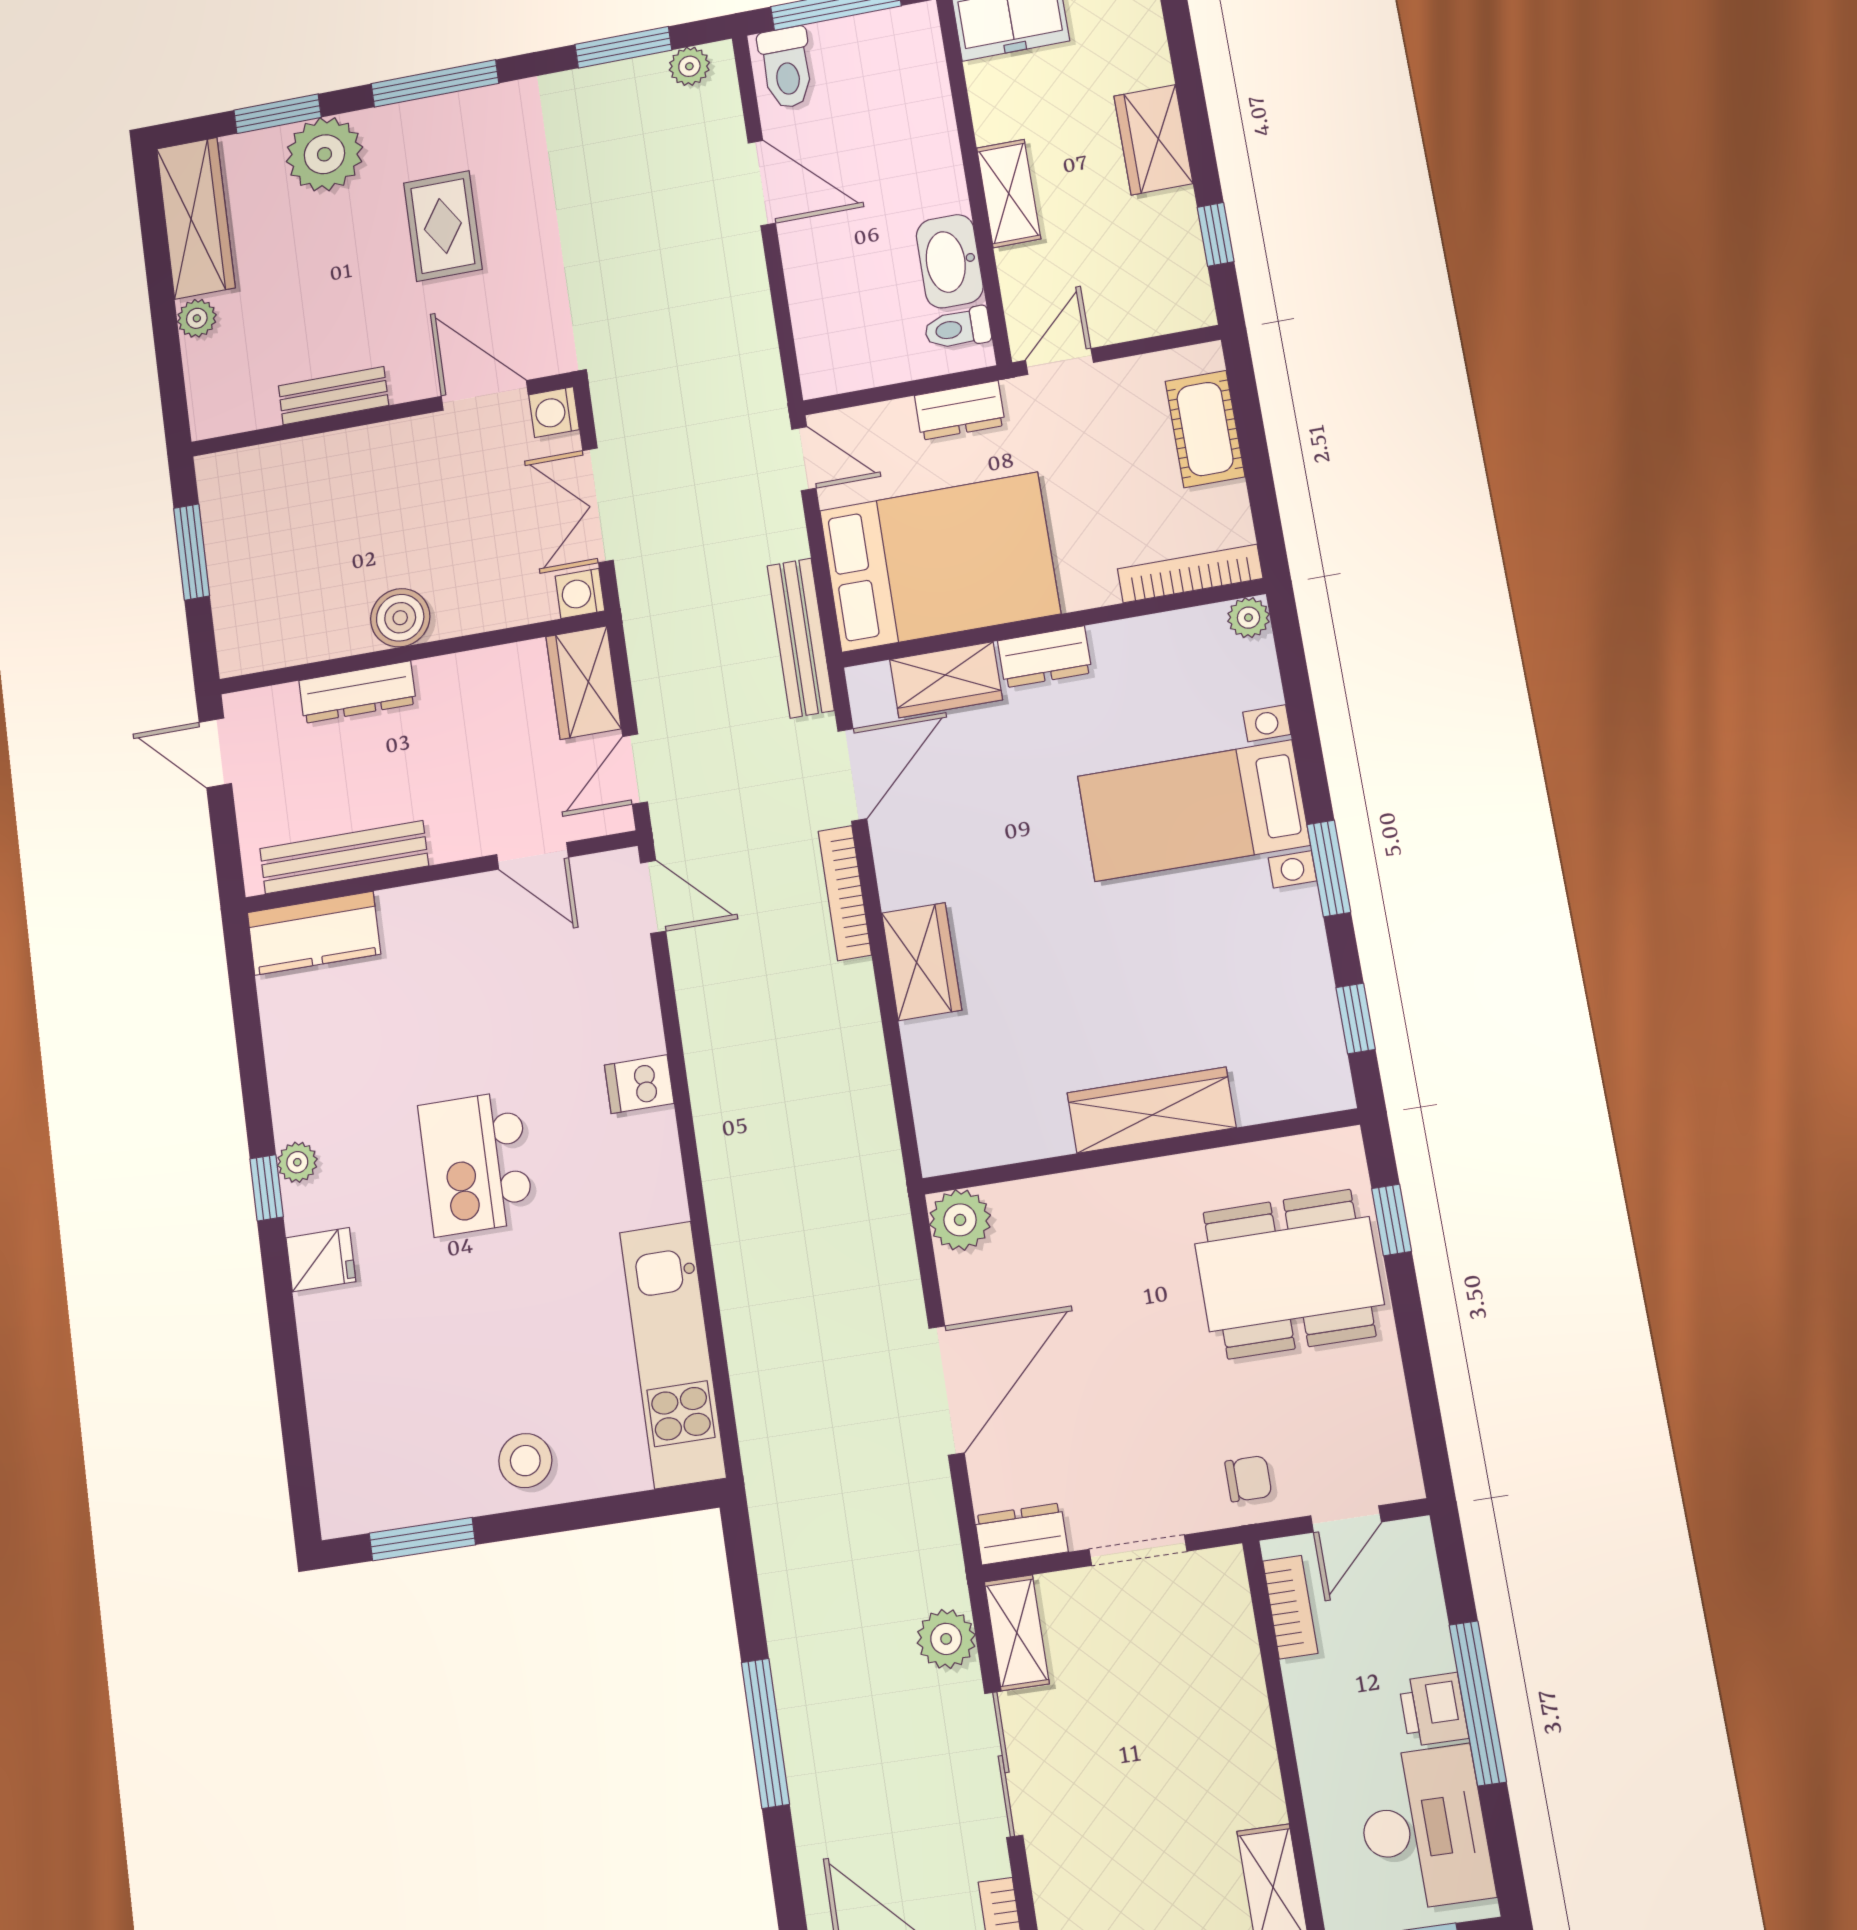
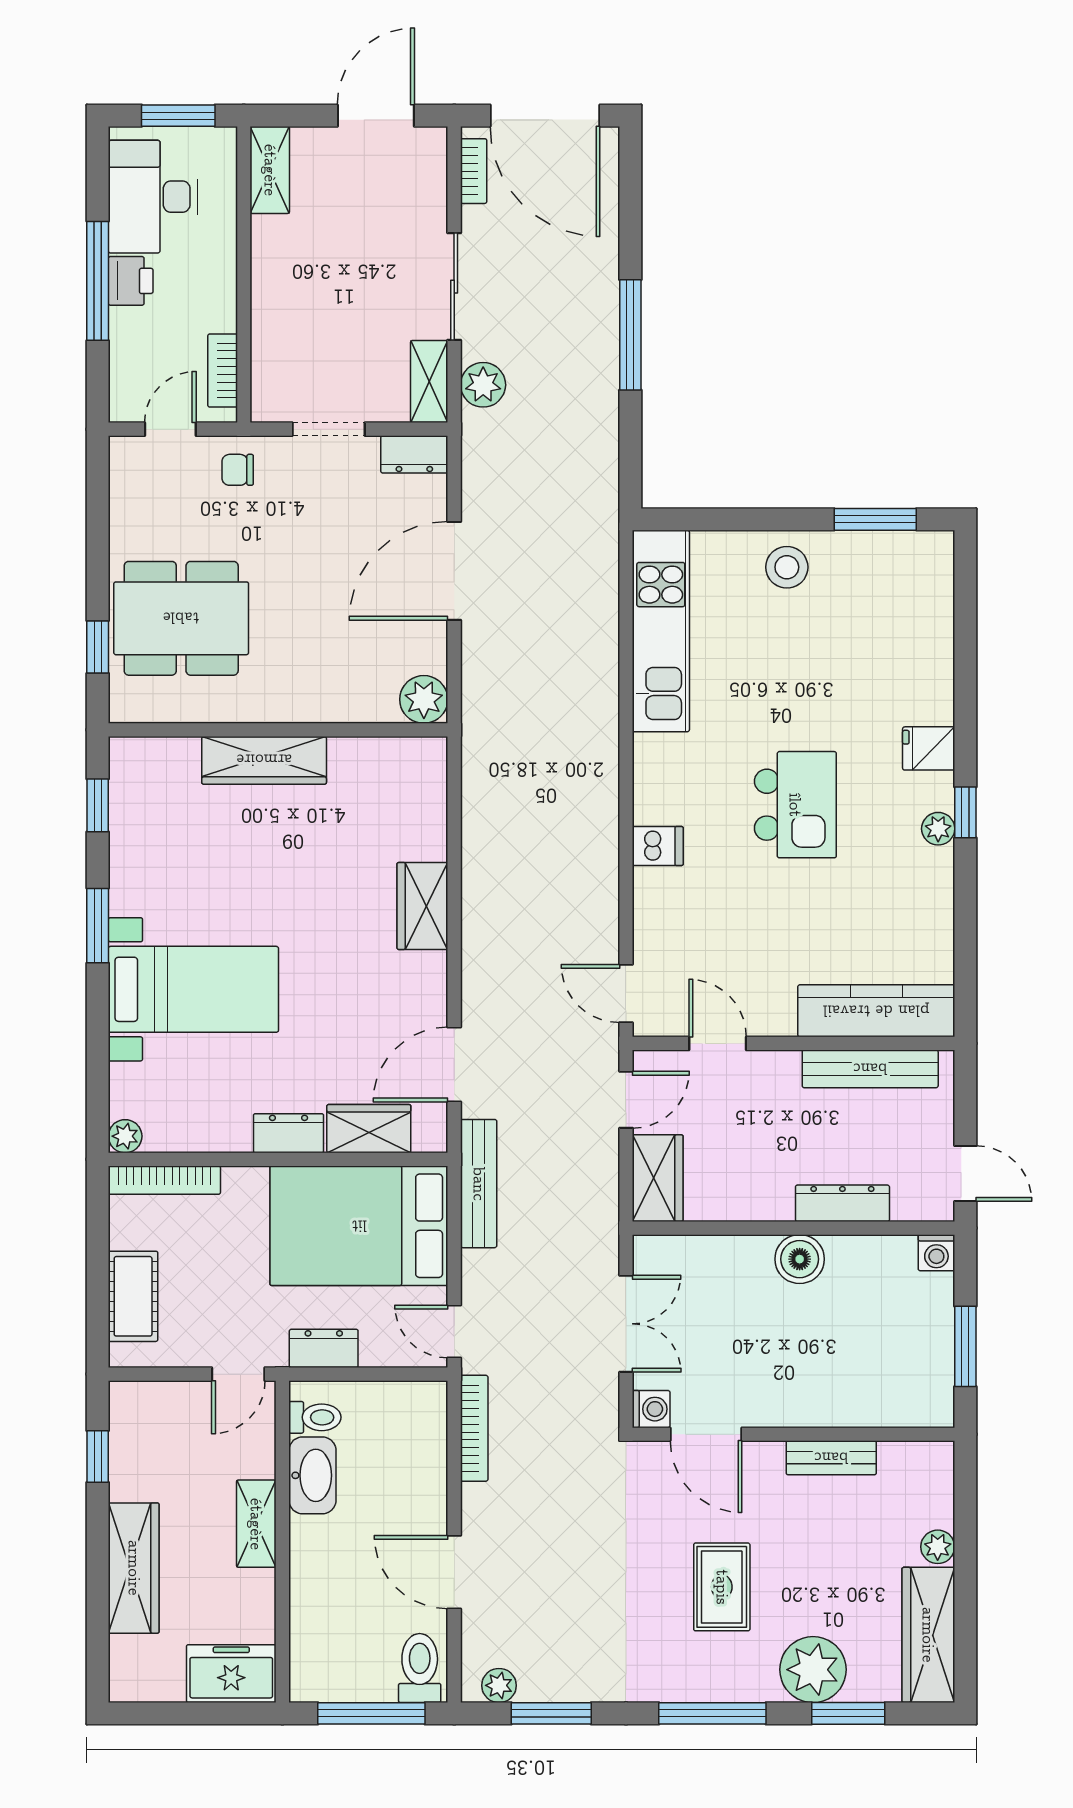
wardrobe: (1153, 140) -> (134, 1568), width x1.50
washing machine: (580, 593) -> (936, 1253), moved, turned 90
bookcase: (845, 893) -> (474, 1428), moved
kitchen counter: (314, 933) -> (876, 1011), width x1.50

